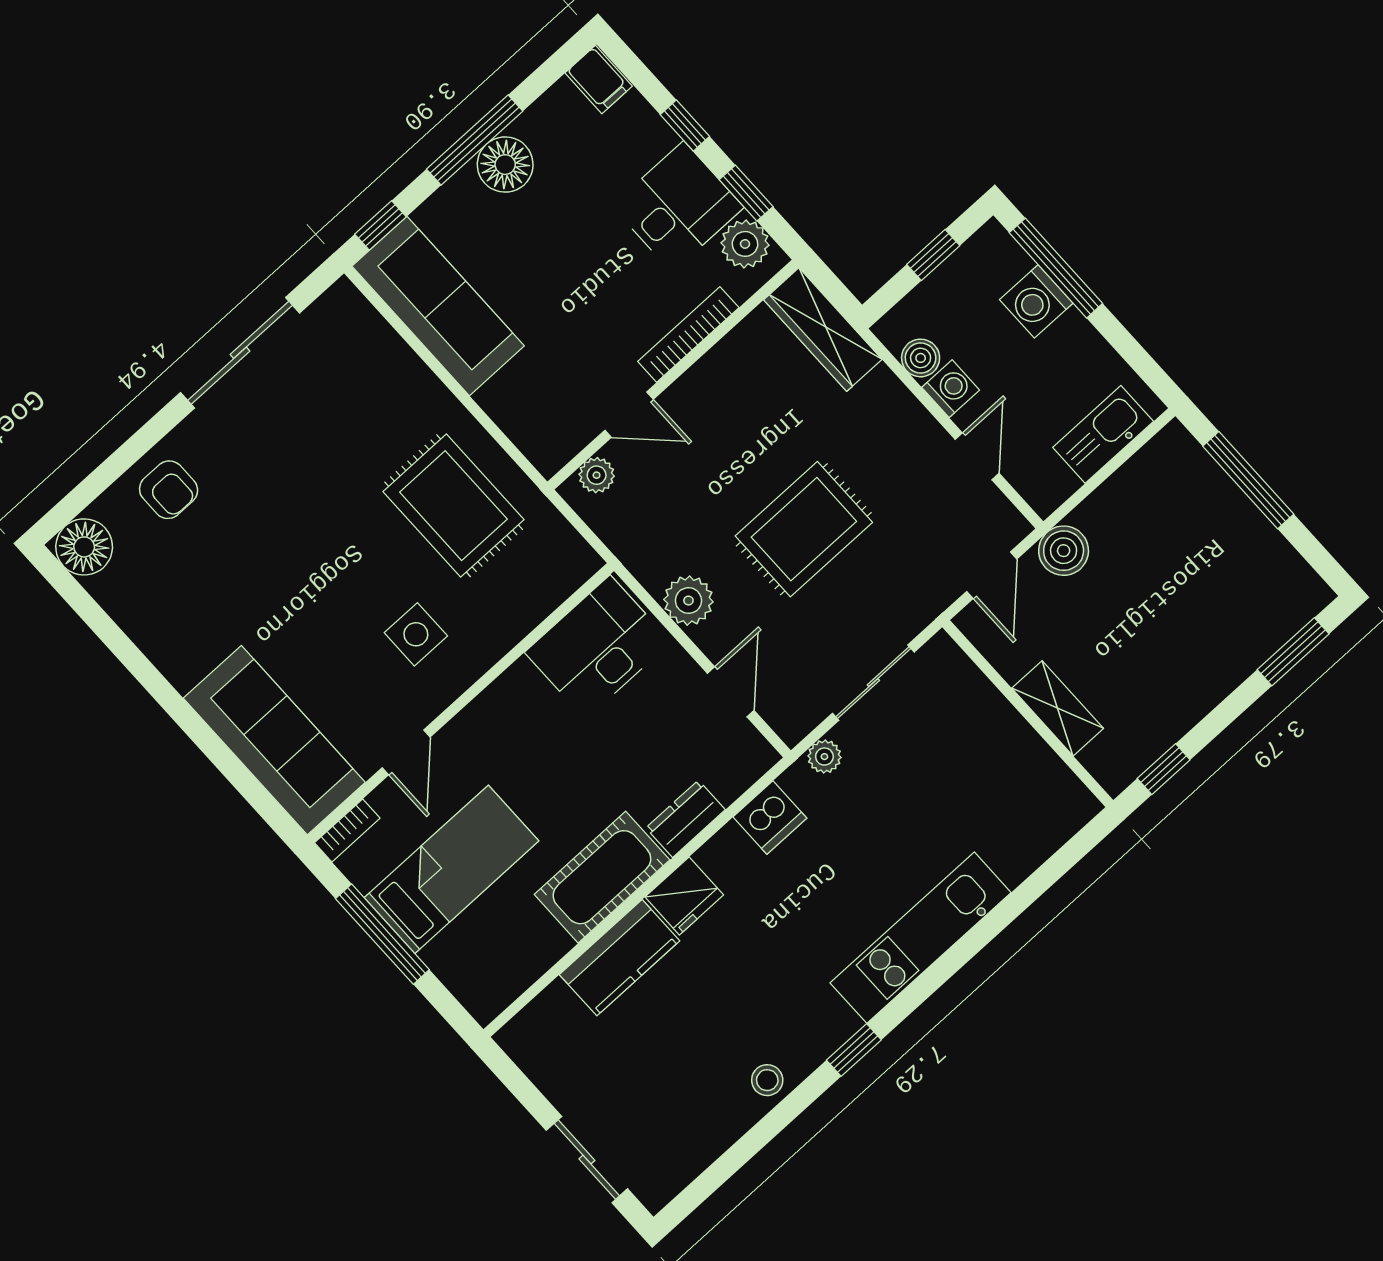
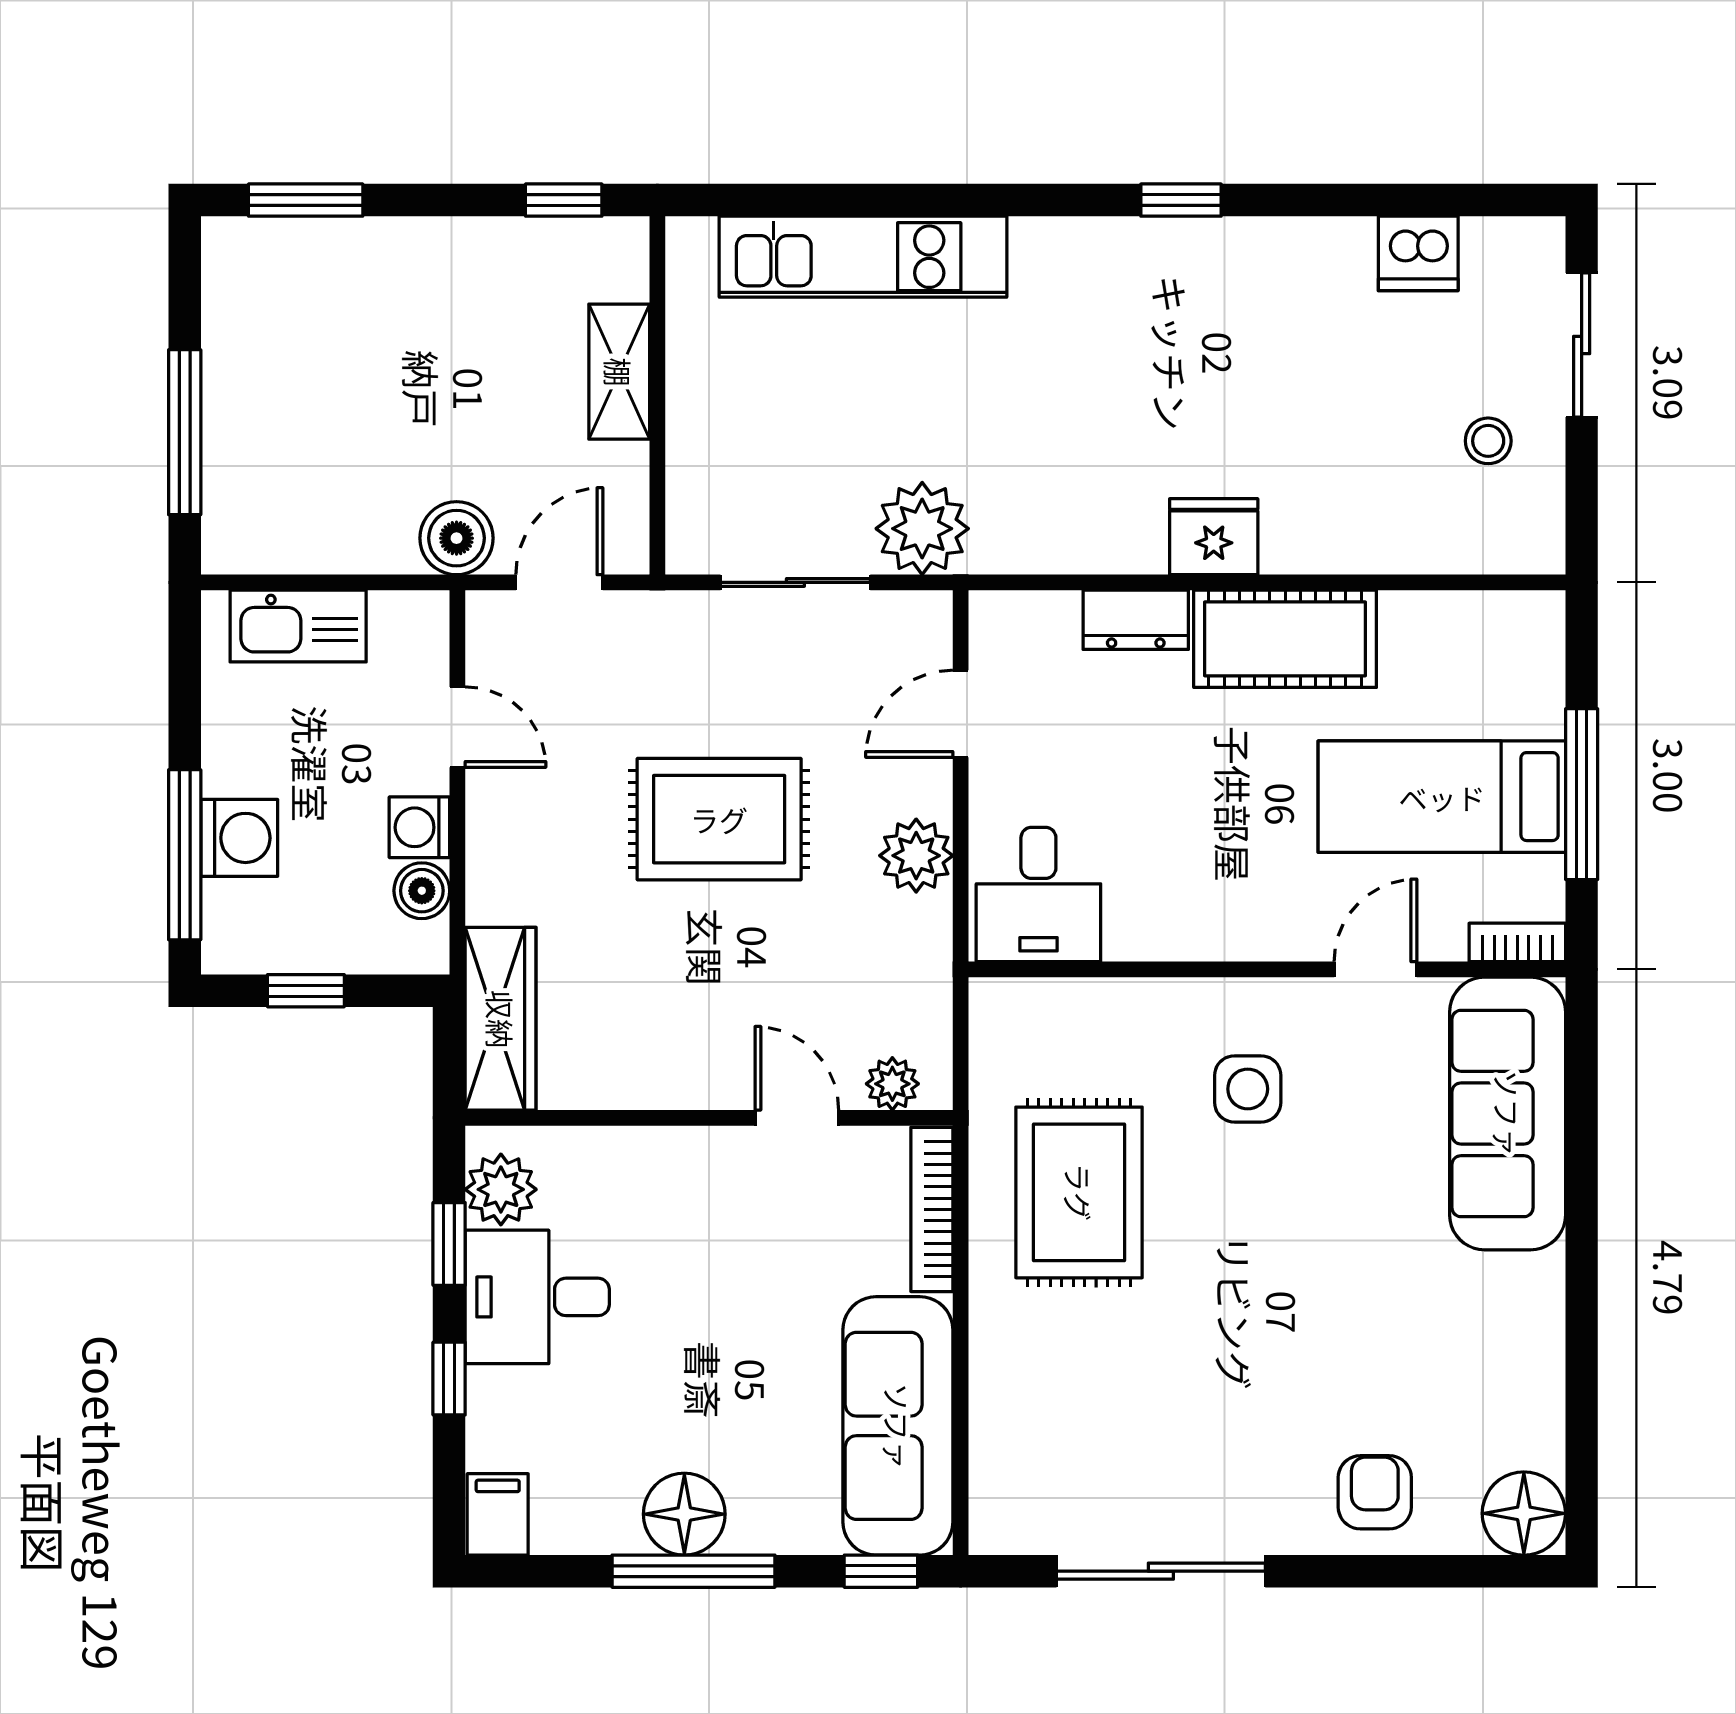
bookcase: (688, 335) -> (932, 1209), moved, turned 90
door: (977, 456) -> (457, 727), swing flipped
desk: (598, 647) -> (1038, 895), width x0.73
plant: (824, 757) -> (922, 529), width x1.88, depth x1.88
dishwasher: (770, 818) -> (1418, 253), moved, turned 180
kitchen unit: (921, 938) -> (863, 257), moved
kitchen counter: (620, 958) -> (1346, 533), removed
stool: (767, 1080) -> (1488, 441), moved

